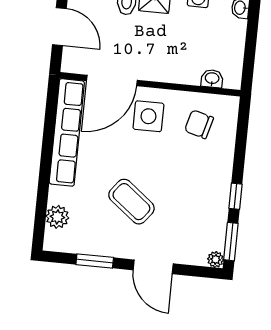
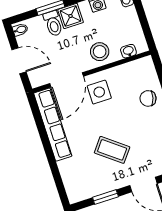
stool: (173, 62) -> (100, 52), added
chair: (199, 124) -> (148, 98), moved
plant: (57, 217) -> (70, 180), removed

